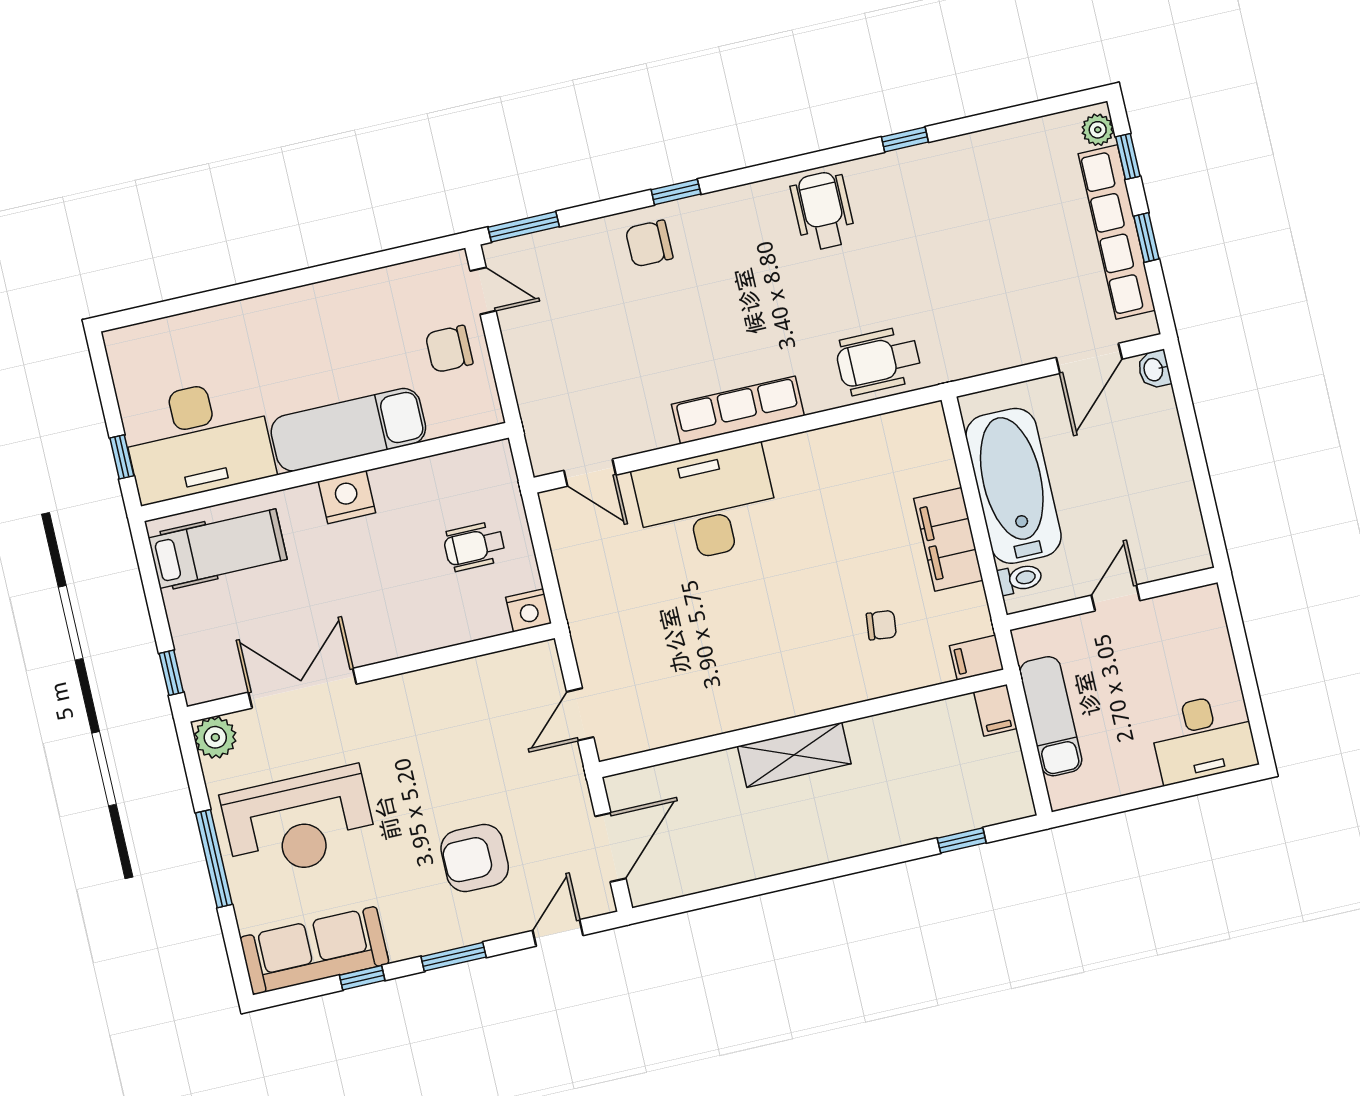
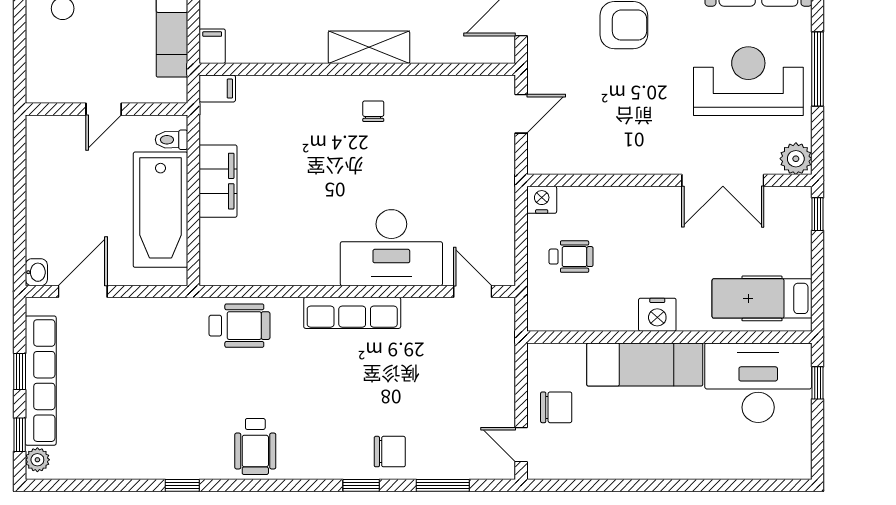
window: (524, 227) -> (443, 485), moved
chair: (881, 625) -> (373, 111), moved, turned 84

